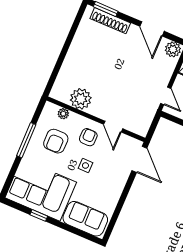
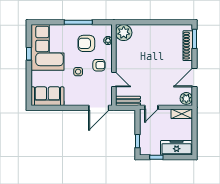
plant: (81, 99) -> (124, 33), moved
bench: (146, 121) -> (128, 101), added
door: (113, 127) -> (114, 79), swing flipped
sofa: (85, 219) -> (47, 96), moved, turned -90

